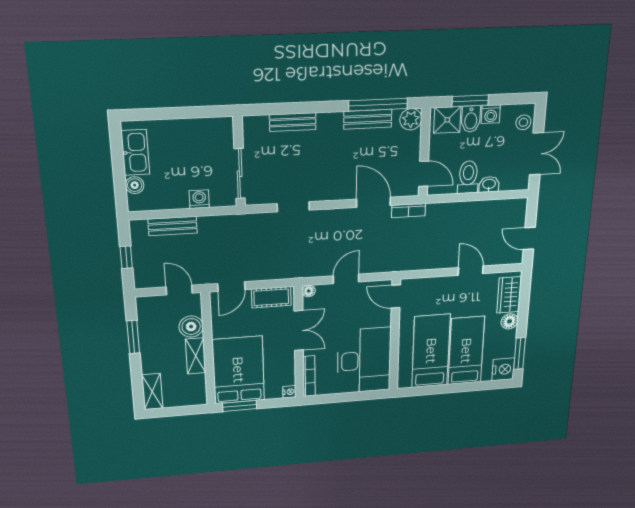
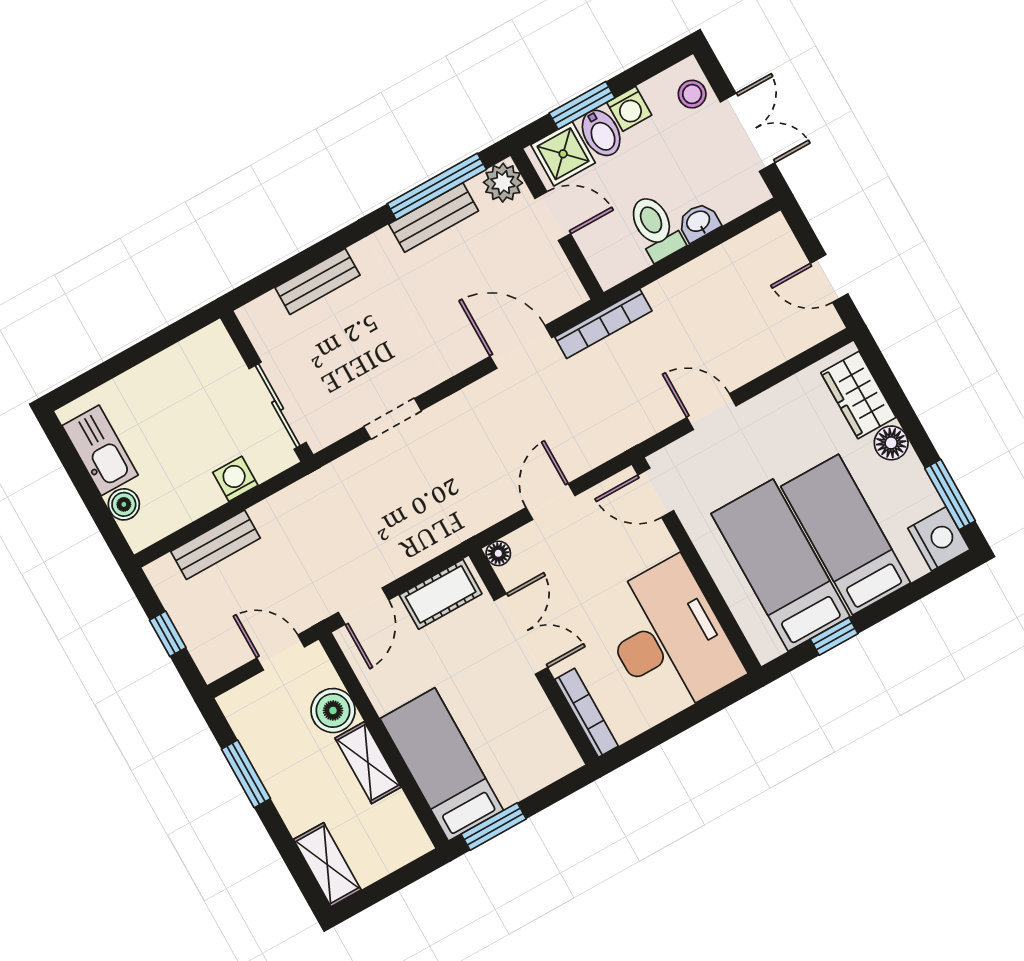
door: (424, 174) -> (553, 216), moved
bookcase: (408, 211) -> (603, 324), width x1.56
door: (471, 271) -> (711, 412), moved
bed: (238, 370) -> (442, 764), width x0.67
window: (435, 390) -> (834, 636), added
nightstand: (289, 392) -> (568, 759), removed

